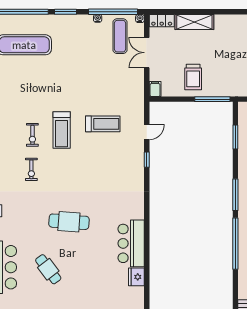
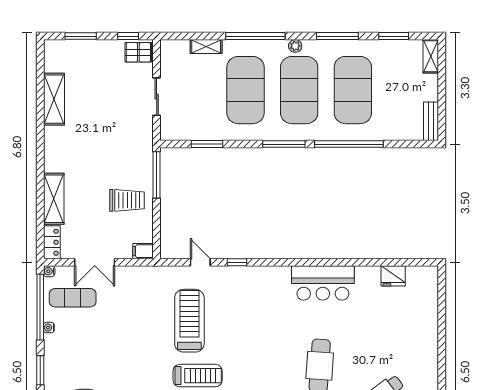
treadmill: (103, 124) -> (189, 321), width x1.37, depth x1.38
bar counter: (131, 243) -> (323, 283), moved

